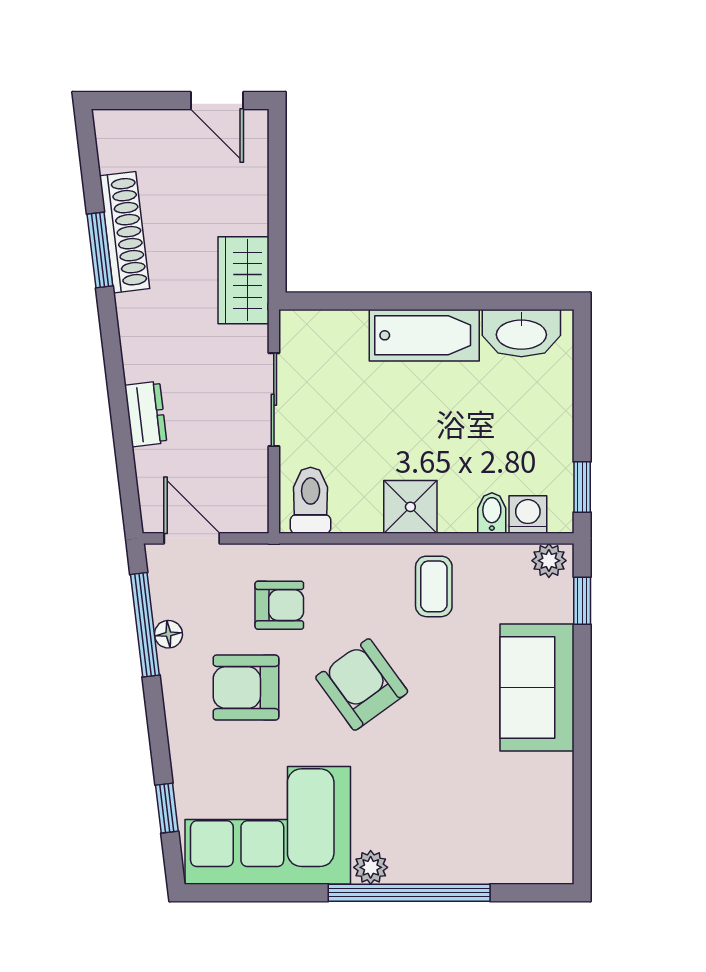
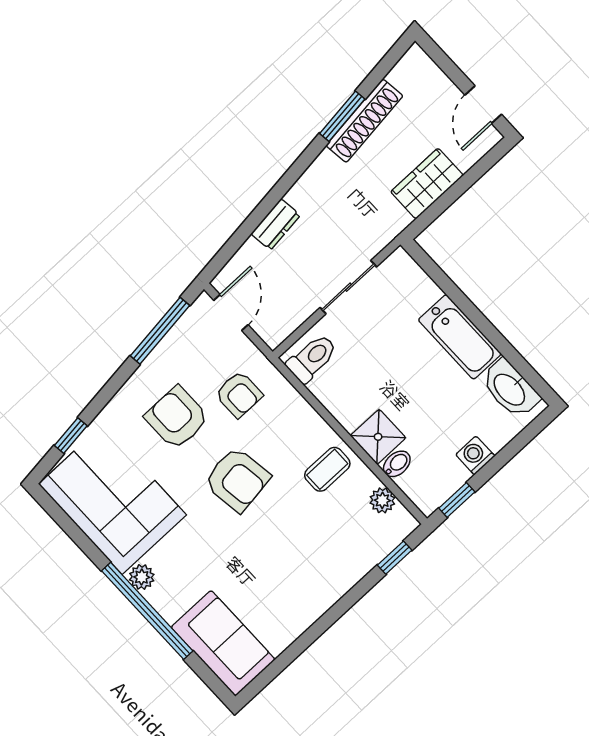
wardrobe: (243, 280) -> (427, 184), moved
shower: (410, 507) -> (378, 437), moved
washing machine: (528, 515) -> (475, 455), moved, turned -90
plant: (549, 561) -> (382, 500), moved
floor lamp: (168, 634) -> (167, 348), removed
armchair: (362, 684) -> (237, 480), turned 118
sofa: (537, 688) -> (223, 643), moved, turned 90

